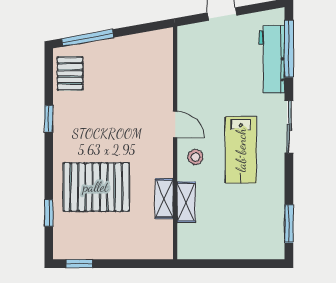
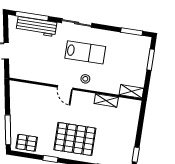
door: (175, 125) -> (65, 88), swing flipped
pallet: (96, 187) -> (75, 139), moved, turned 90
shelving: (186, 202) -> (131, 91), moved
window: (246, 264) -> (151, 60), added

